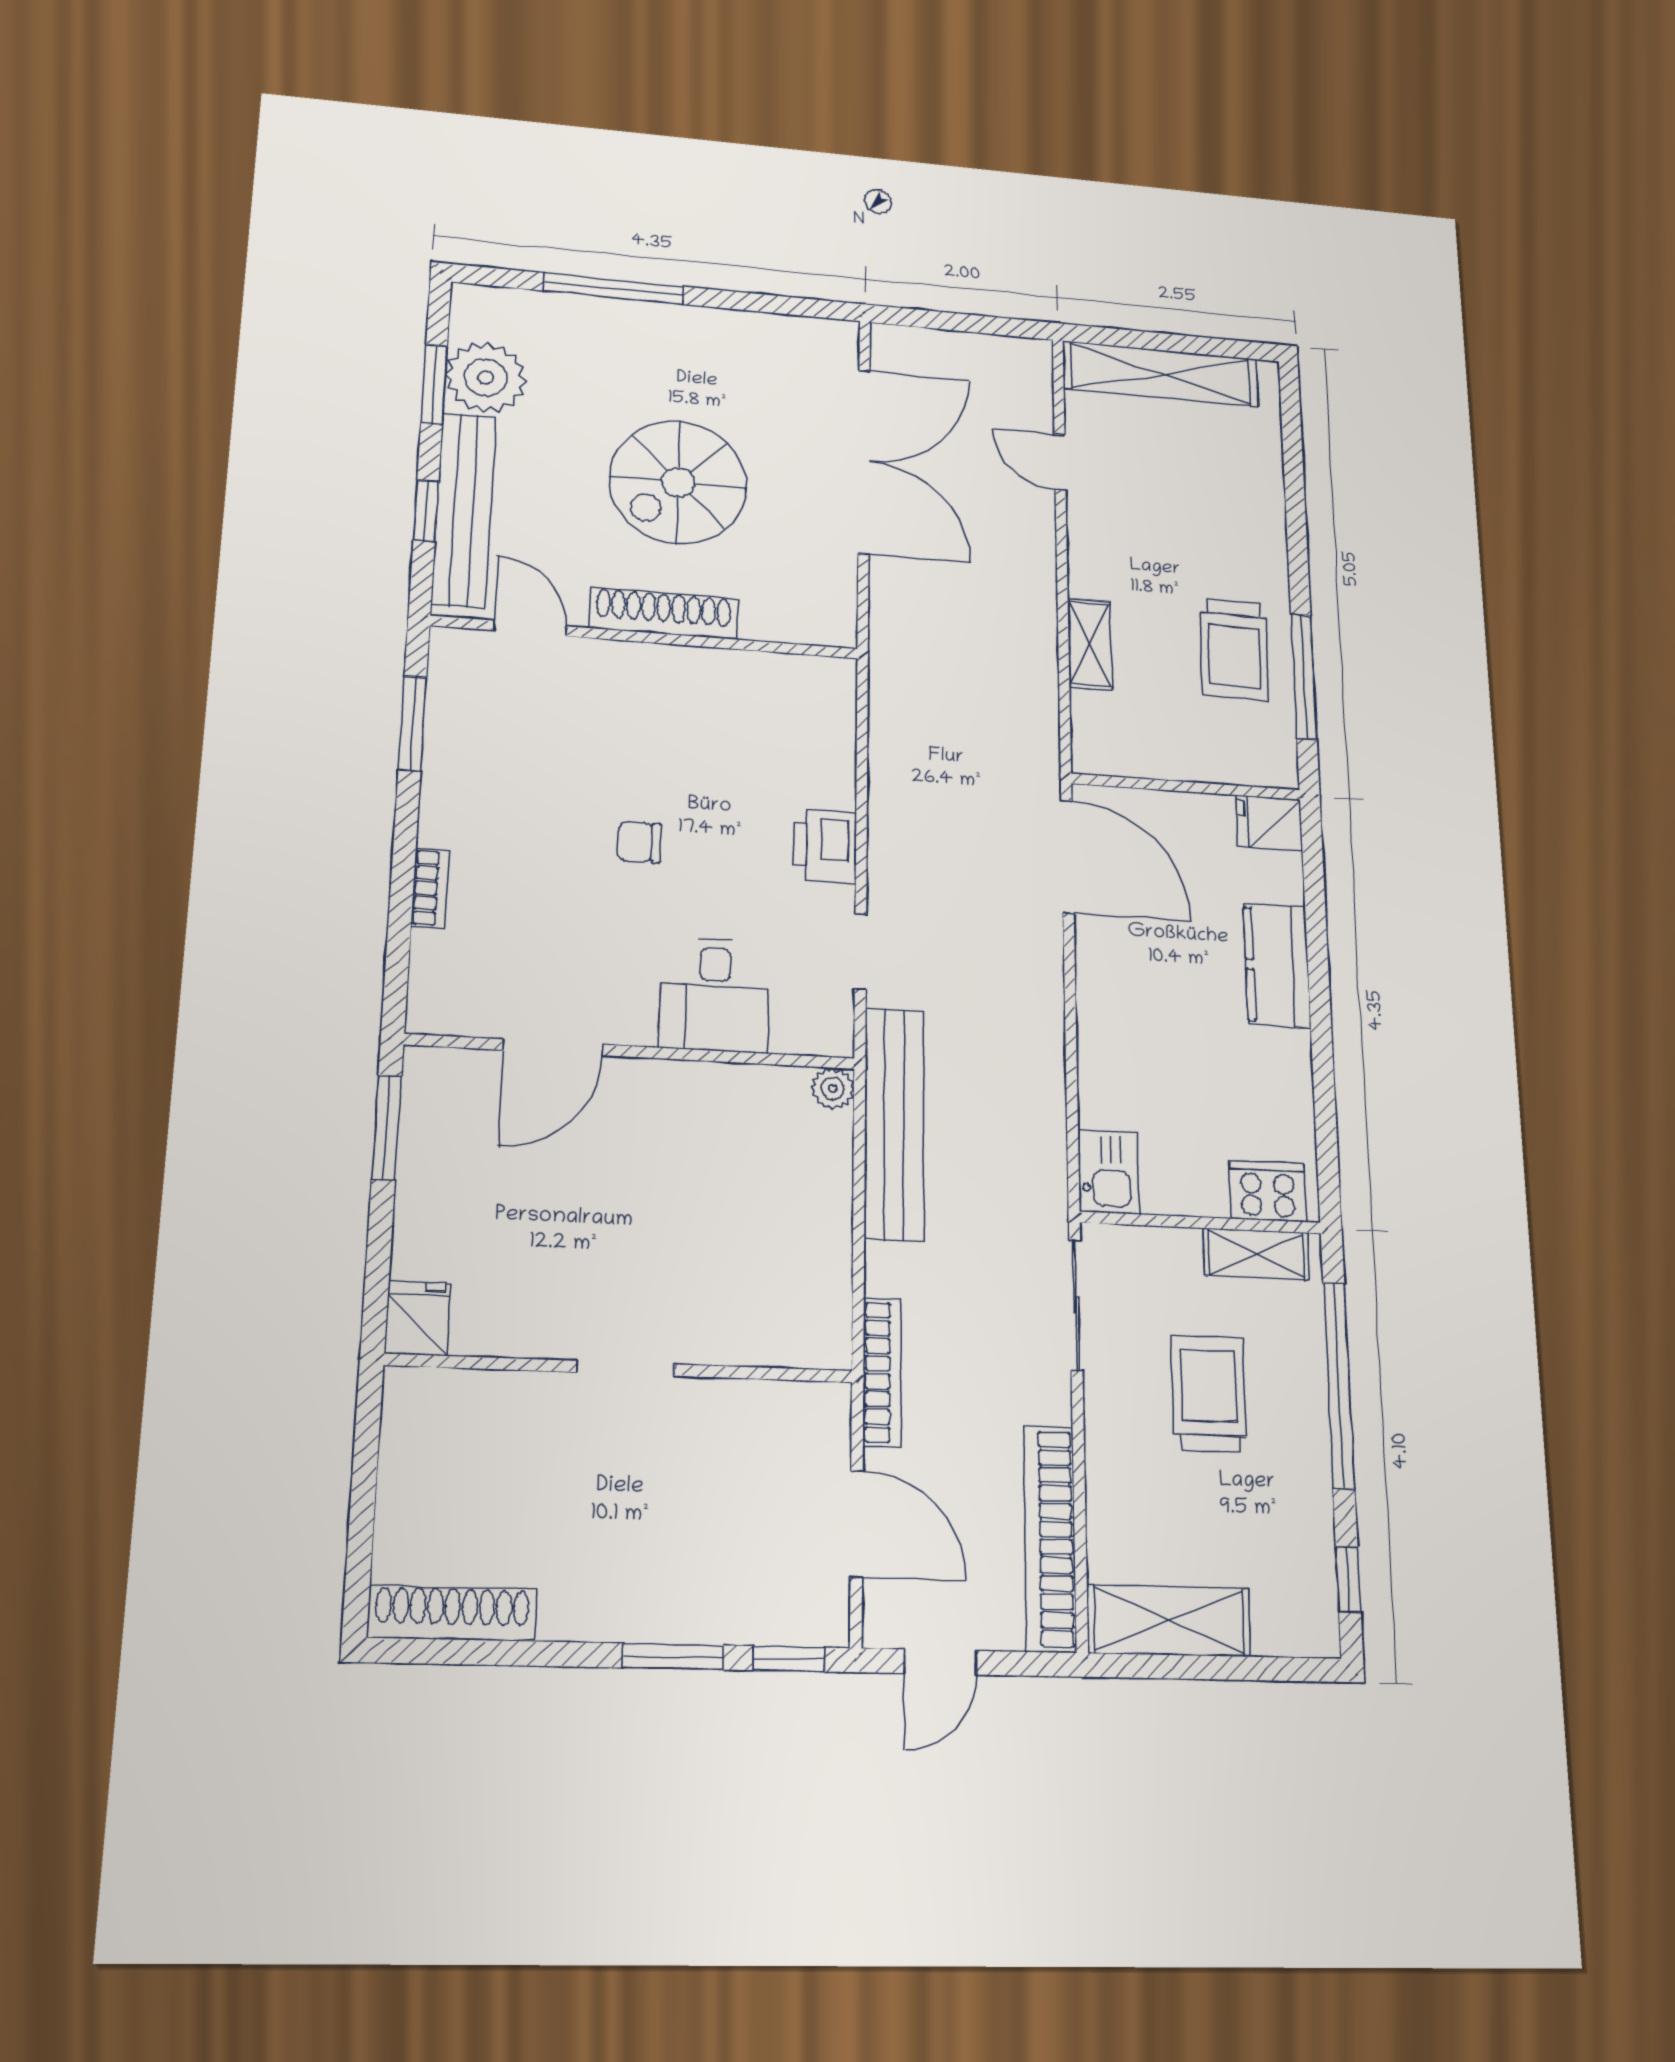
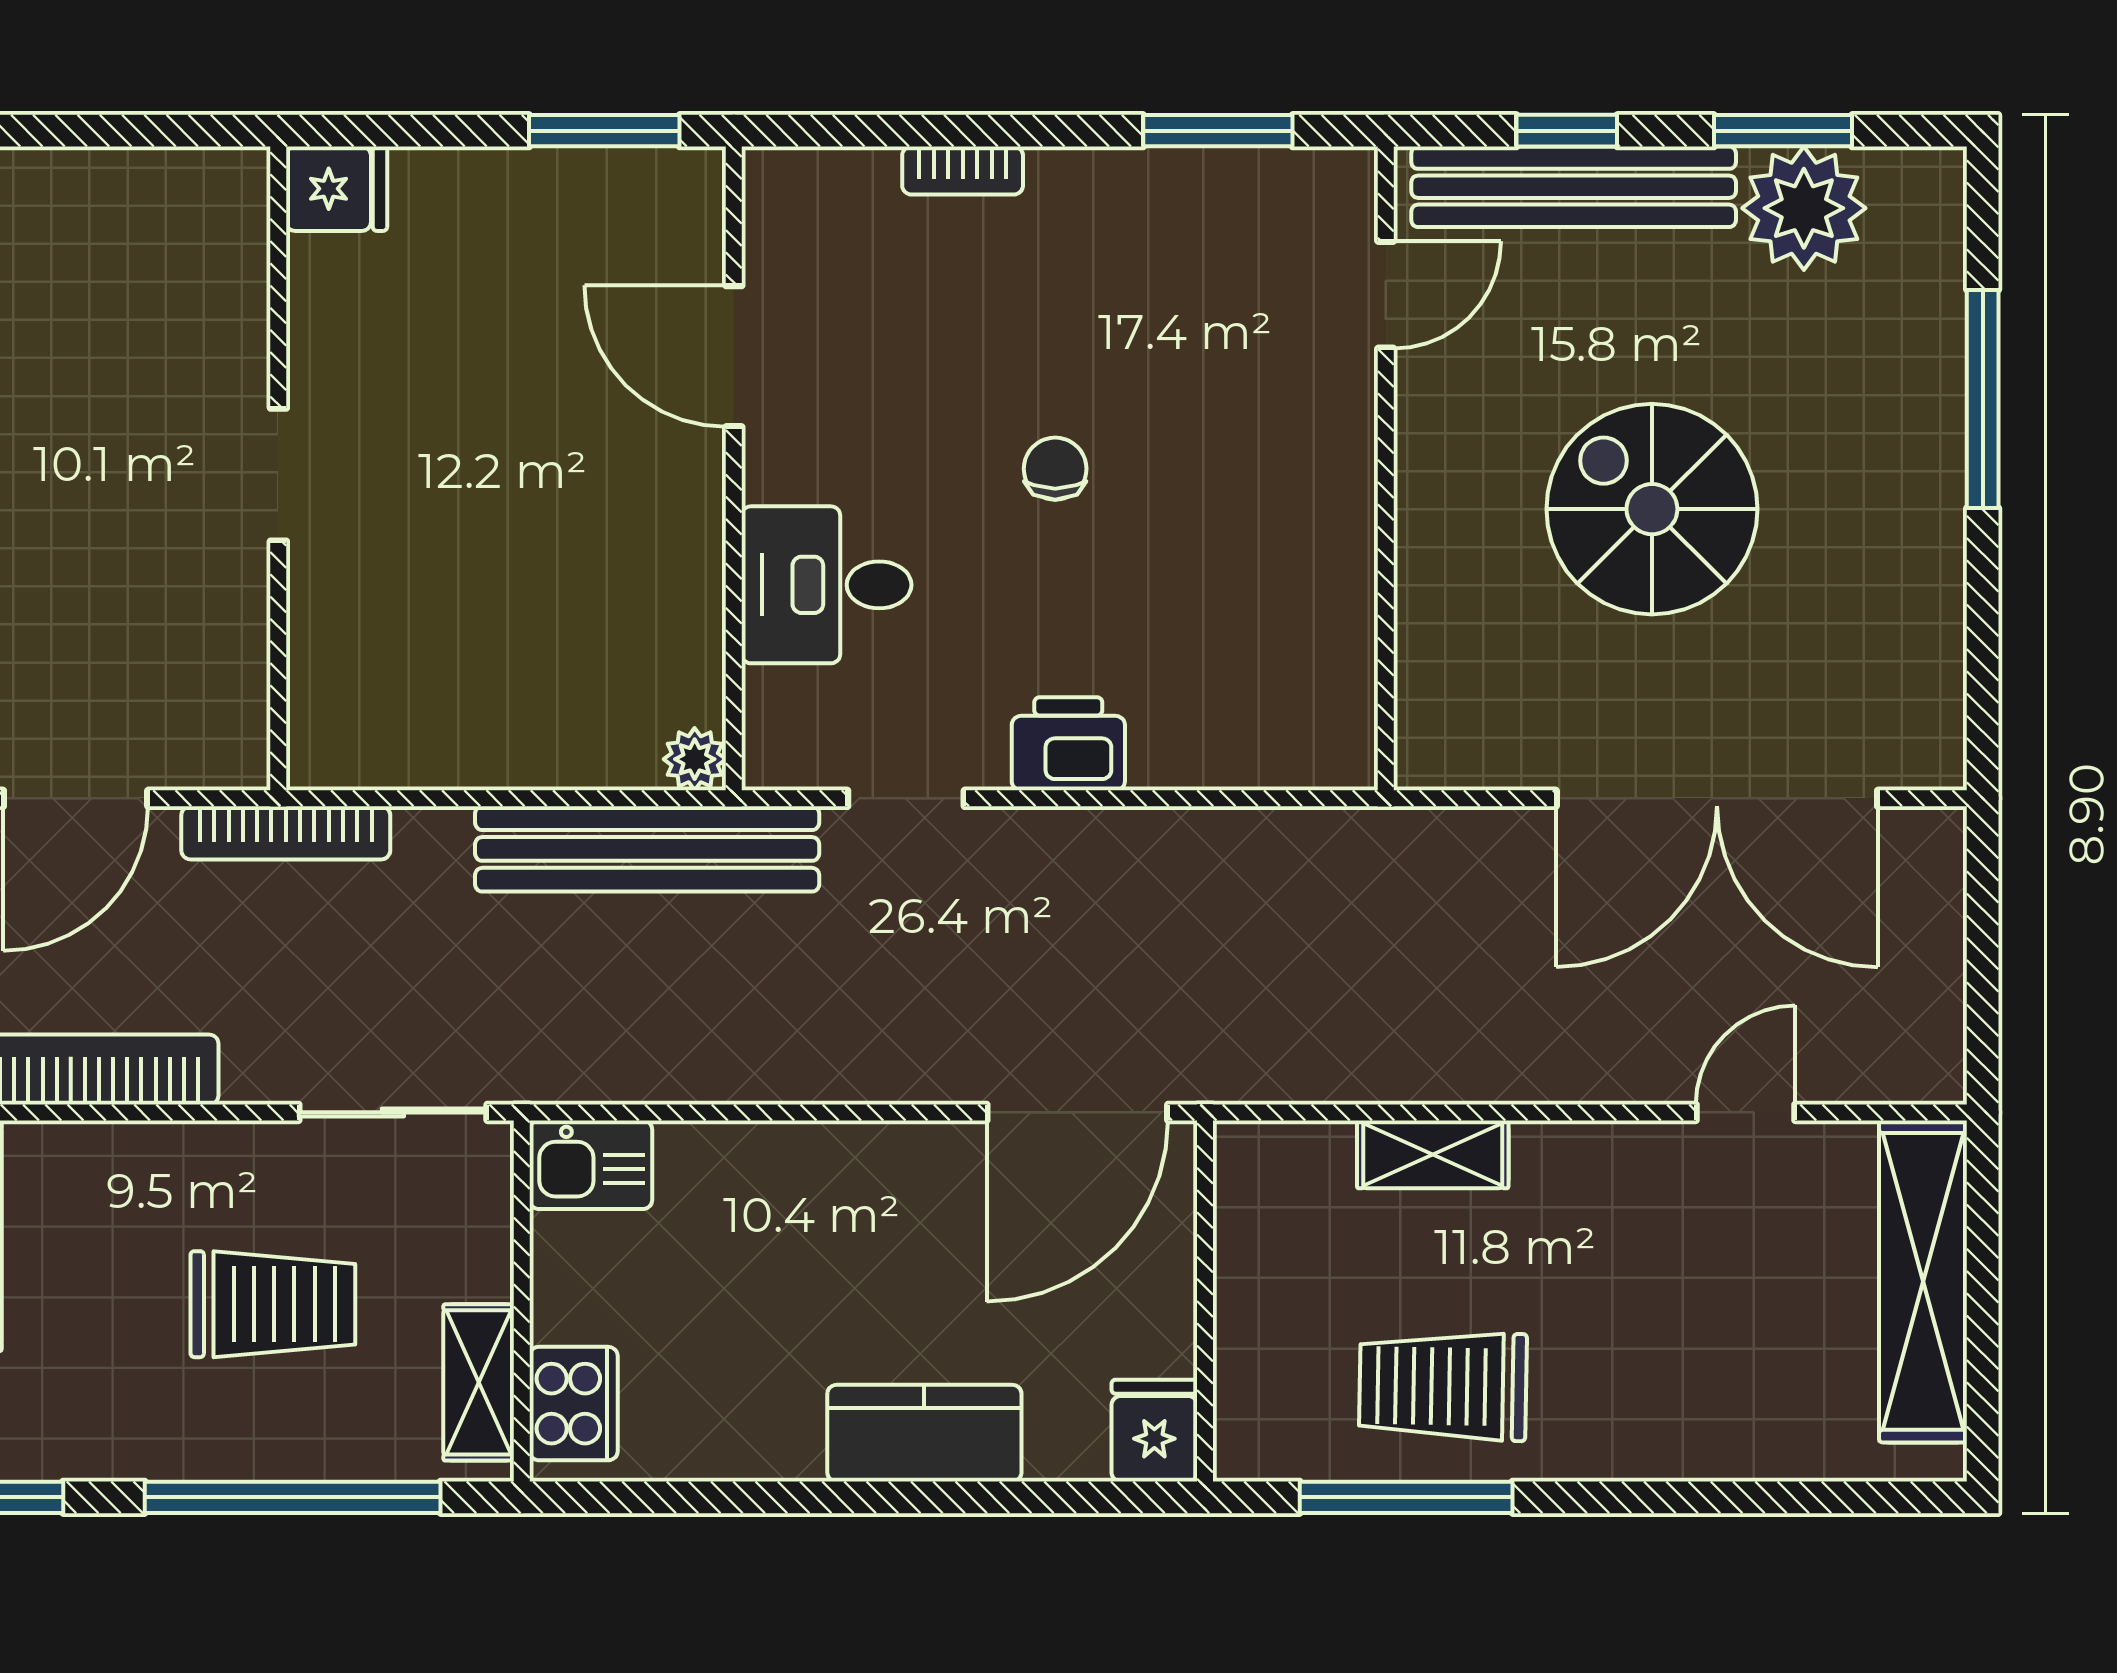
shoe rack: (664, 613) -> (1428, 493), removed

